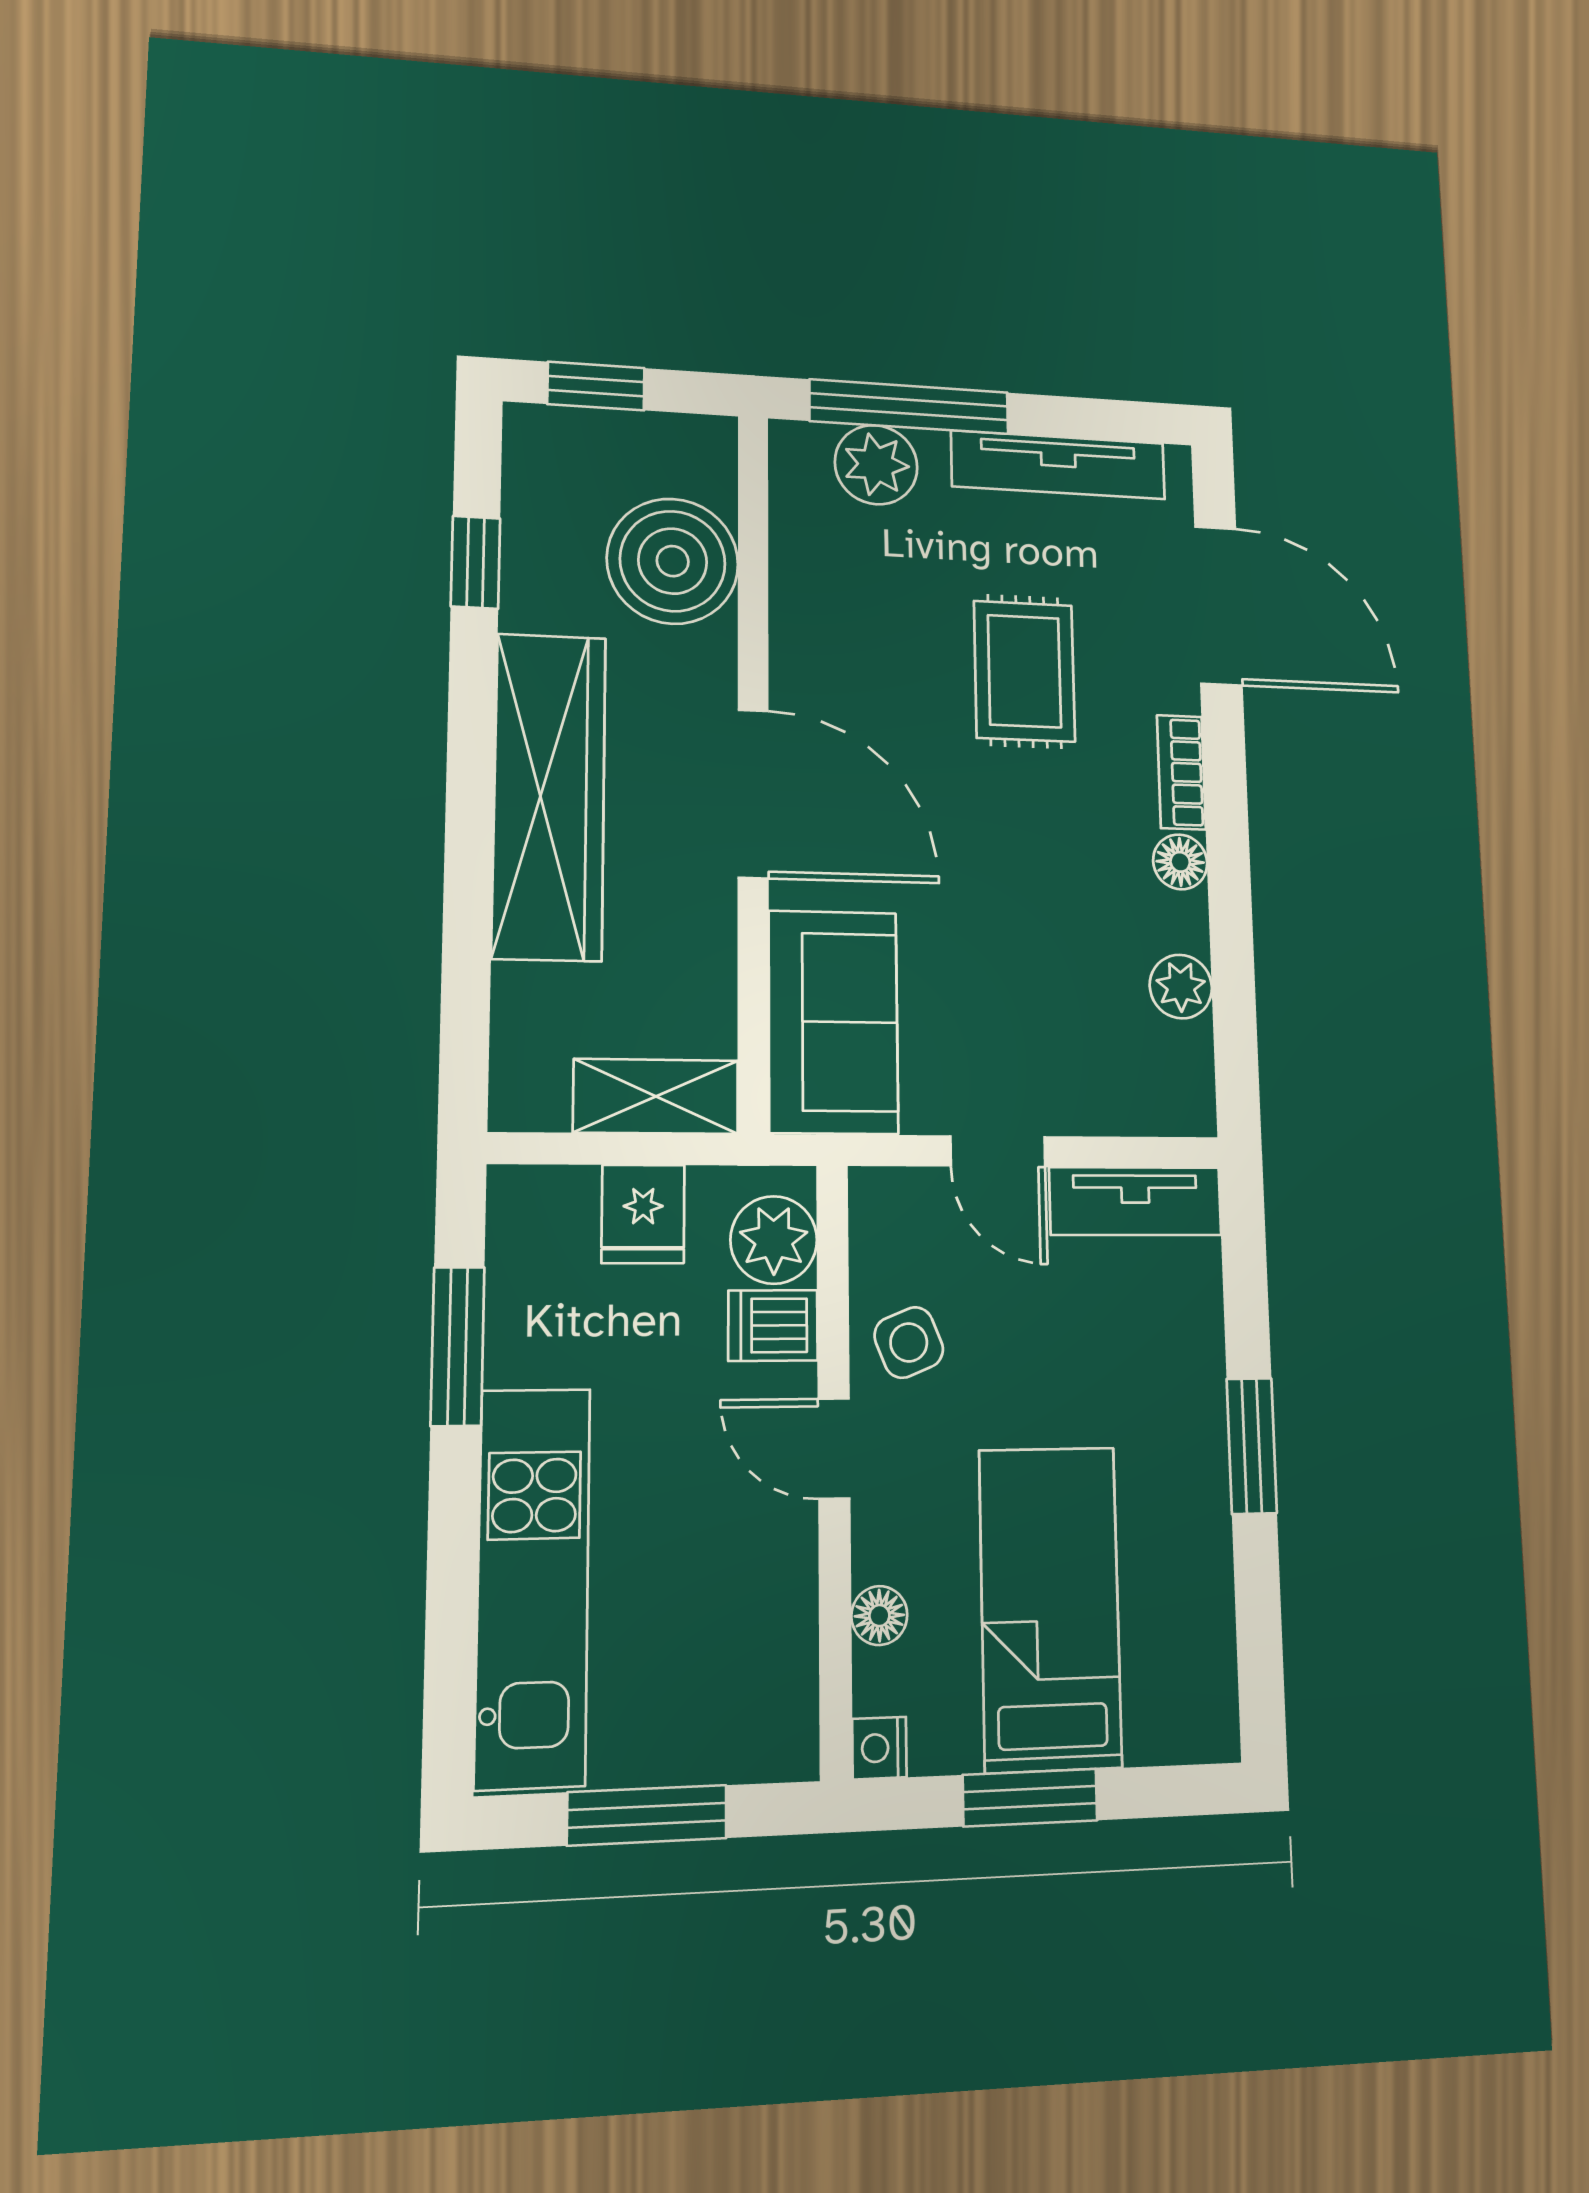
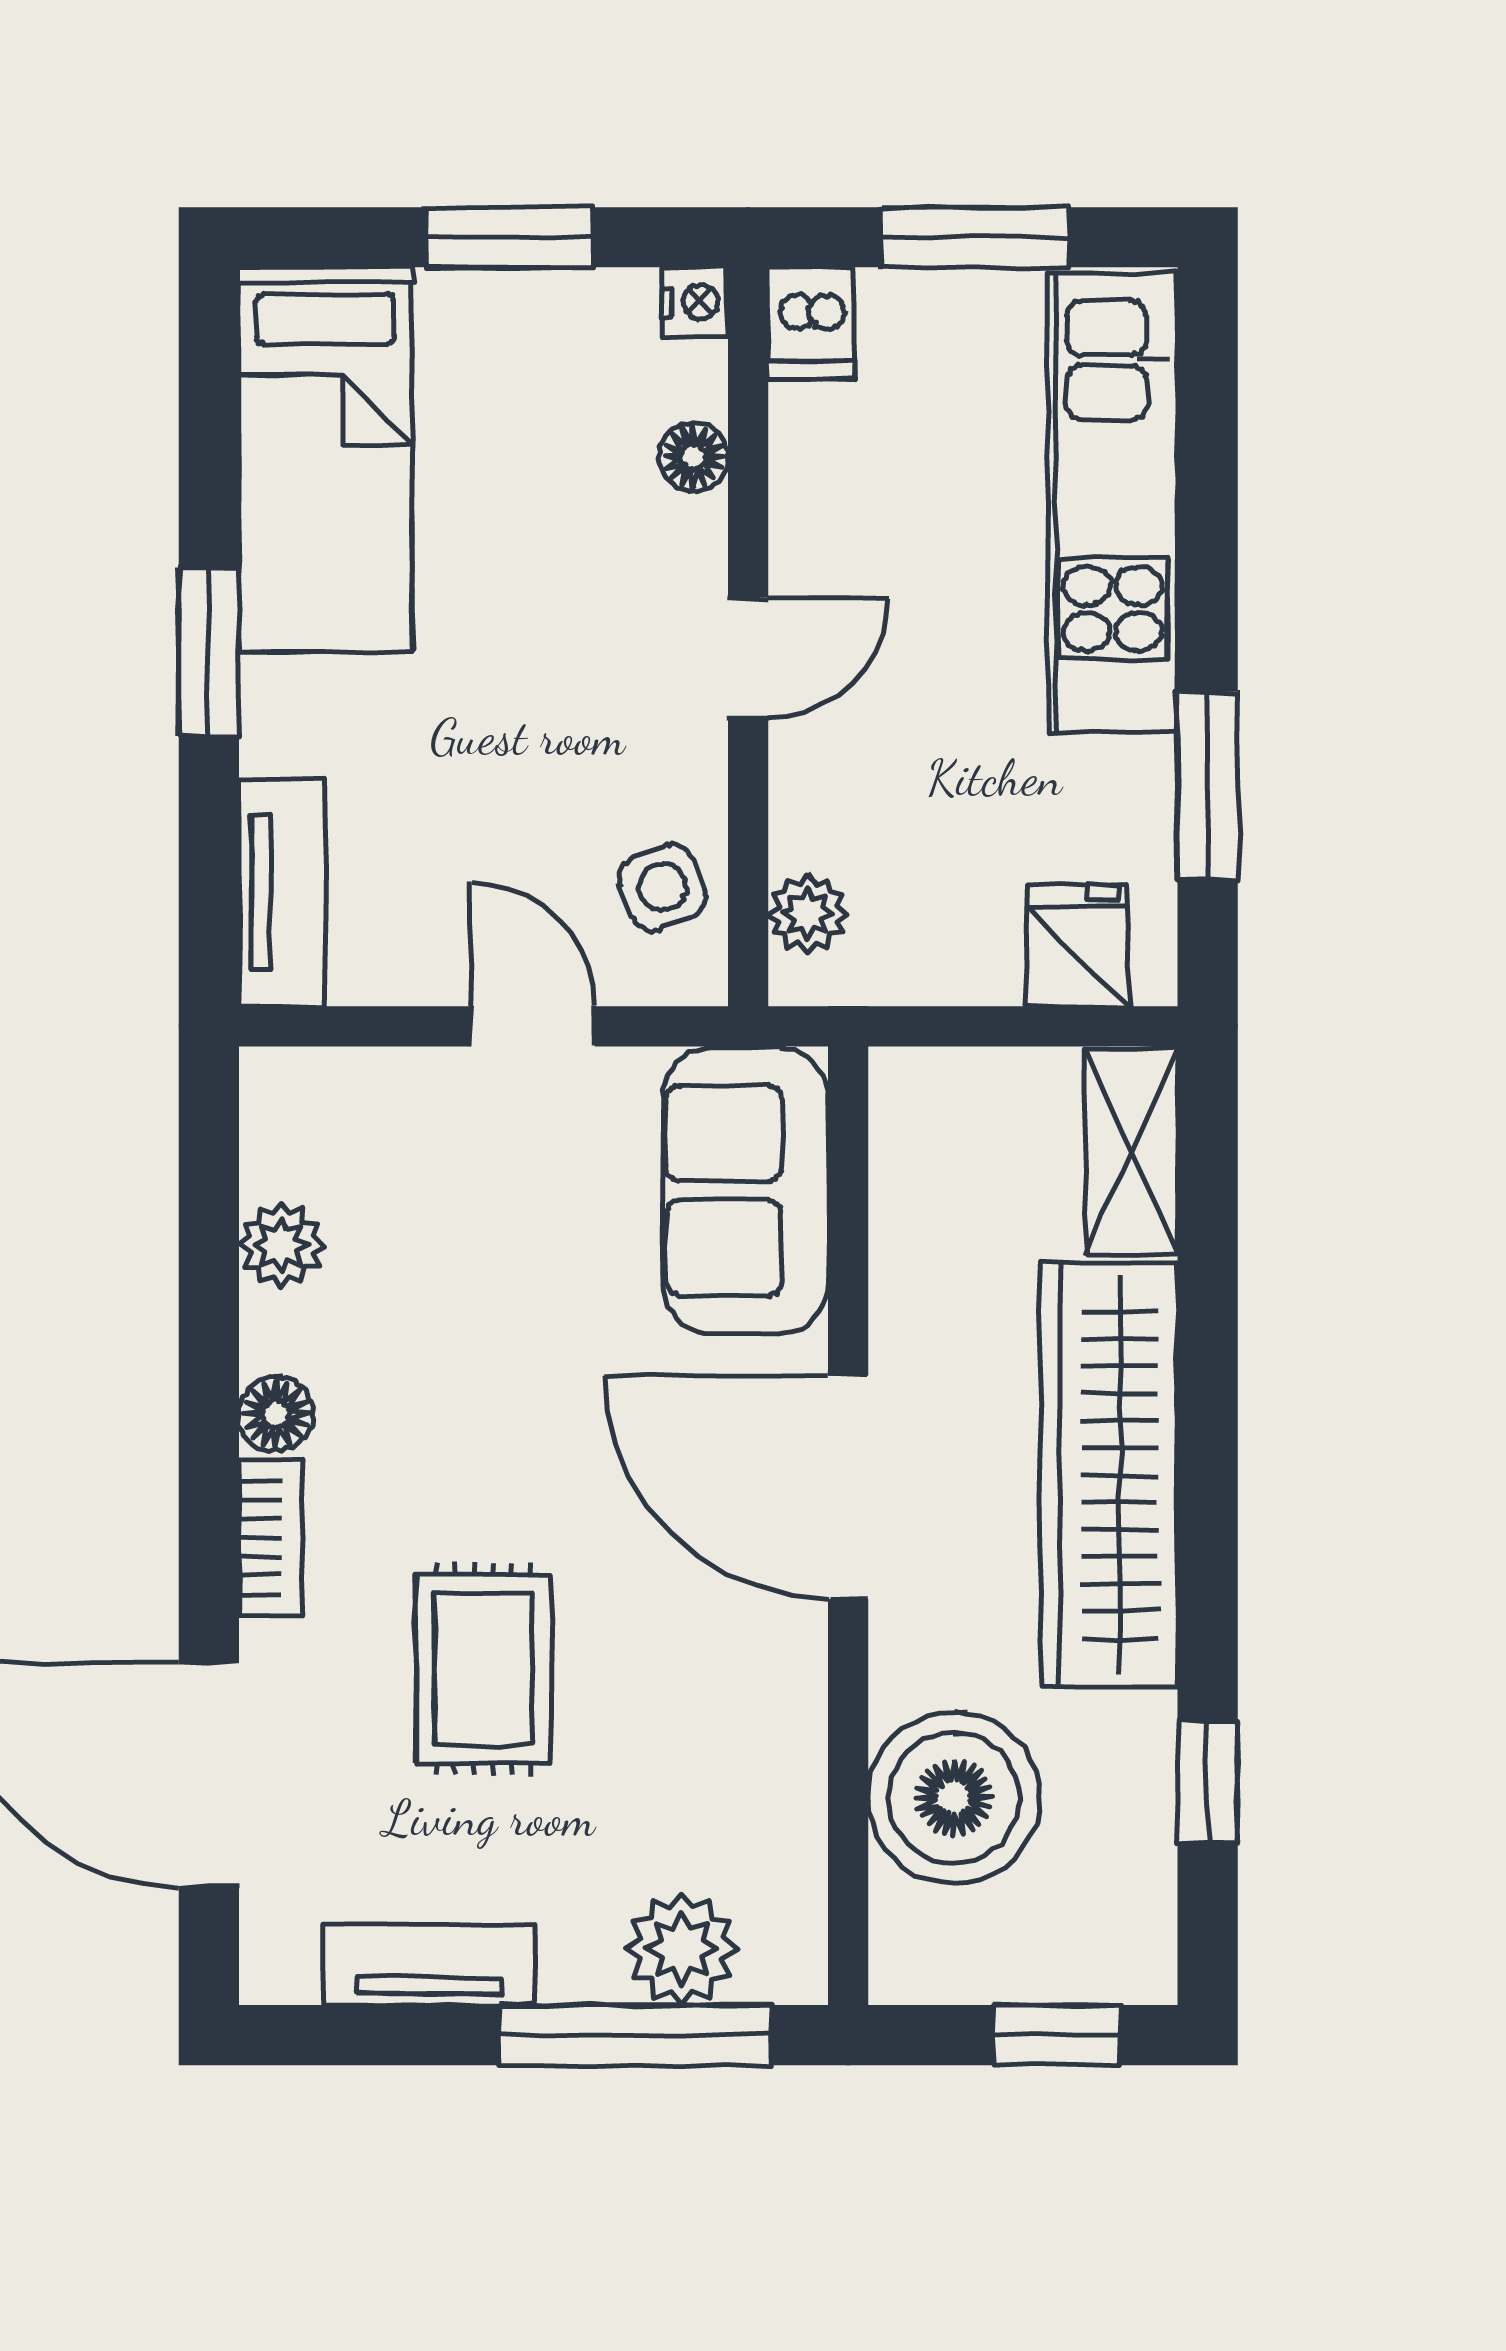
tv unit: (1058, 465) -> (429, 1965), width x0.71
shelving: (656, 1096) -> (1131, 1152), moved, turned 90
tv unit: (1135, 1201) -> (282, 893), moved, turned 90
fridge: (643, 1214) -> (1077, 946), moved
plant: (774, 1240) -> (808, 914), width x0.73, depth x0.73
dishwasher: (773, 1325) -> (811, 323), moved, turned 90
side table: (909, 1342) -> (662, 887), moved
door: (834, 1448) -> (748, 658), hinge flipped
bed: (1050, 1608) -> (325, 460), moved

